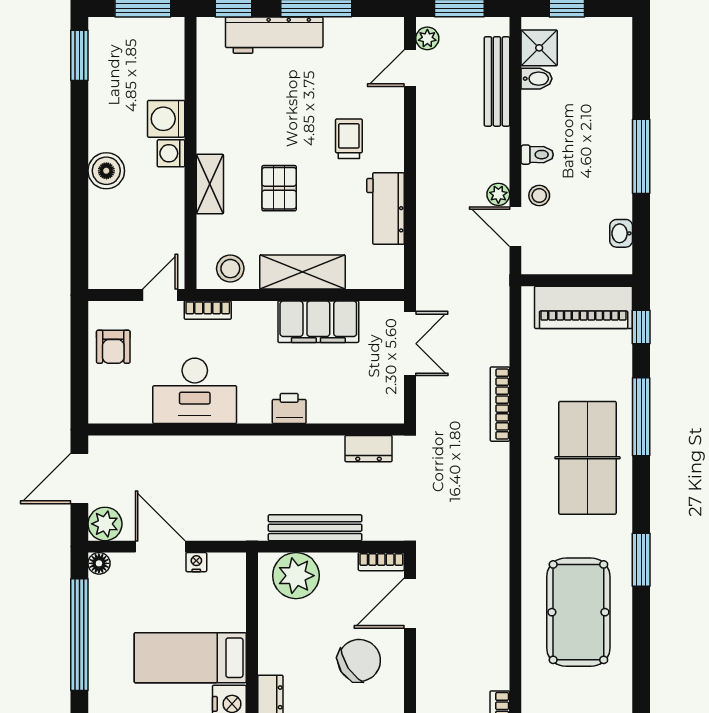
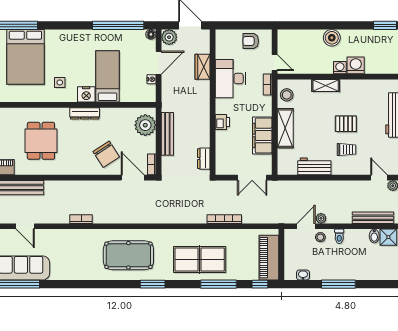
pallet: (279, 188) -> (346, 124), moved
wardrobe: (169, 451) -> (203, 67), added

